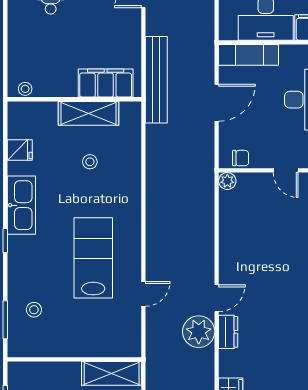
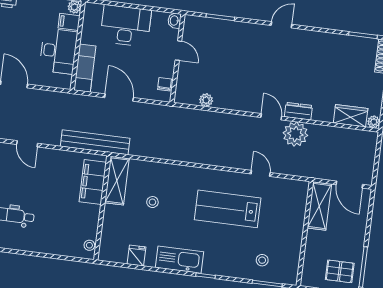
shelving: (88, 113) -> (117, 181), moved
door: (286, 170) -> (178, 51), hinge flipped
plant: (227, 181) -> (206, 100), moved

